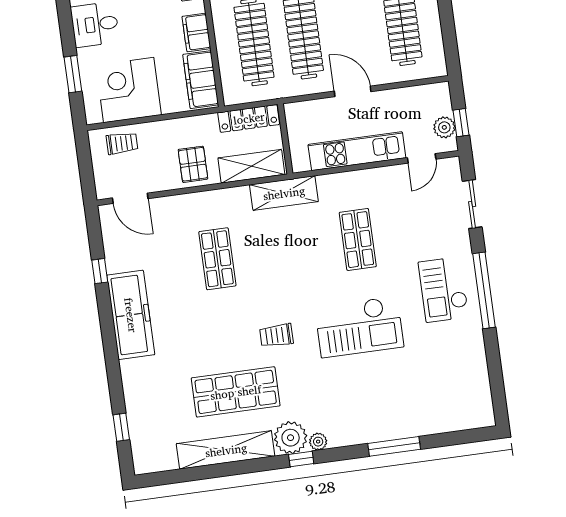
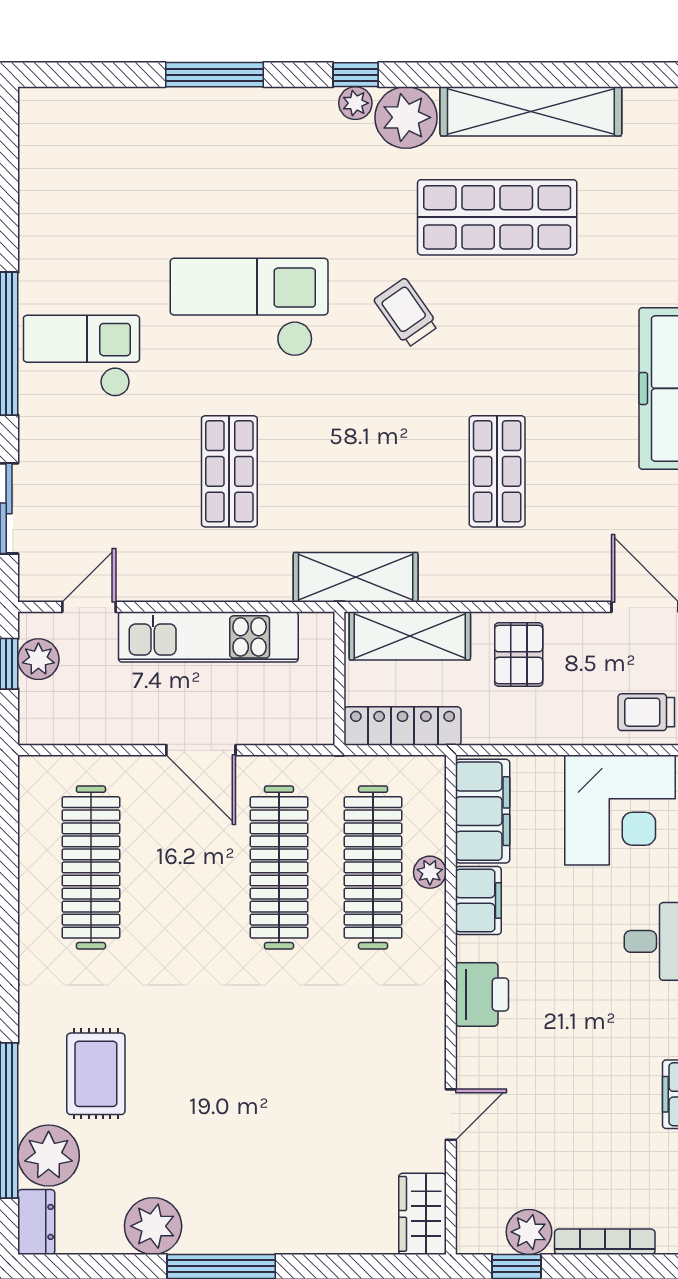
plant: (224, 44) -> (430, 872), added
checkout: (444, 289) -> (81, 356), turned -90
trolley: (276, 335) -> (406, 313), turned -125
window: (301, 459) -> (356, 75), moved

